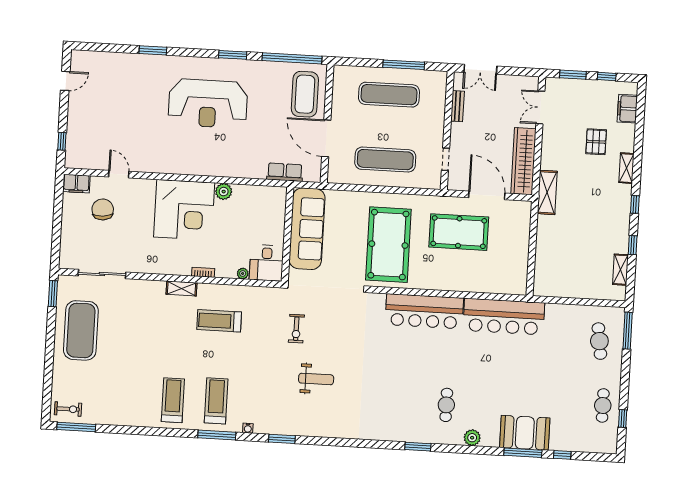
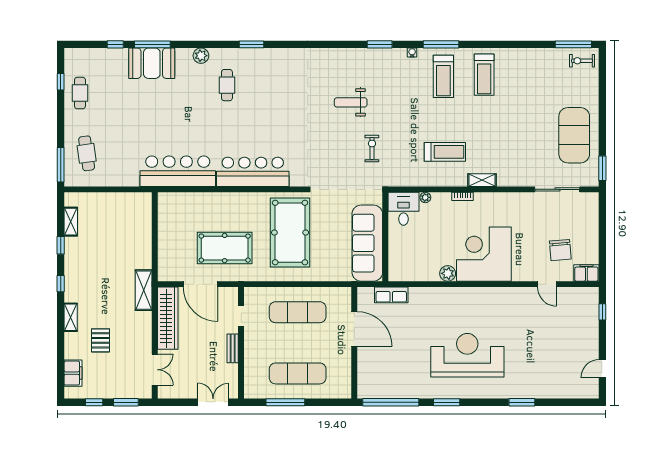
coffee table: (305, 94) -> (377, 369), removed
bench: (457, 106) -> (233, 348), moved

